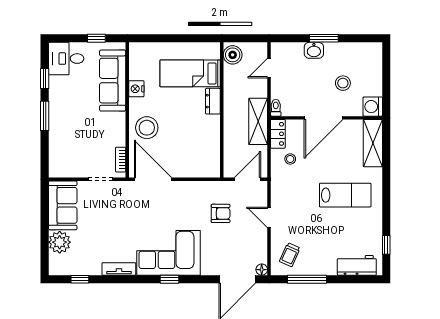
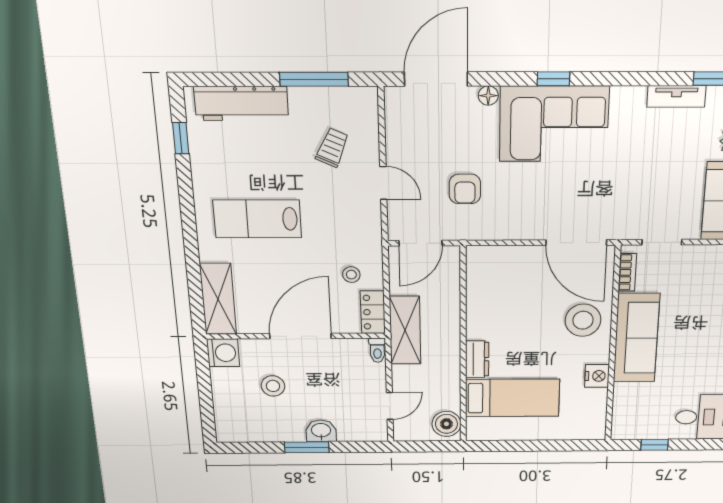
sofa: (113, 81) -> (636, 338), moved
armchair: (221, 213) -> (465, 189), turned -90
trolley: (290, 255) -> (332, 148), moved
workbench: (357, 265) -> (241, 103), width x1.38
tv unit: (119, 269) -> (676, 96), moved
floor lamp: (262, 270) -> (488, 96), moved

